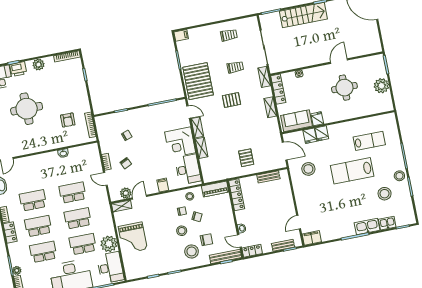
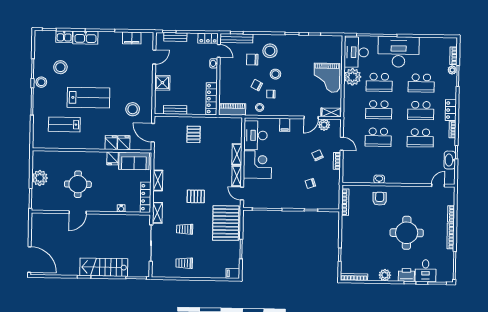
armchair: (68, 120) -> (380, 199), moved
shower: (286, 200) -> (162, 83), added
grand piano: (133, 238) -> (327, 78), turned 180
filing cabinet: (312, 238) -> (132, 38), moved

